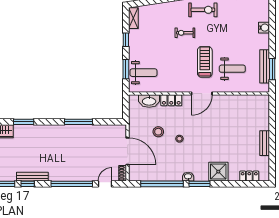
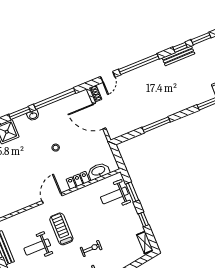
treadmill: (205, 62) -> (61, 229), turned 180
weight bench: (232, 69) -> (37, 247), moved
stool: (158, 132) -> (78, 146), removed

